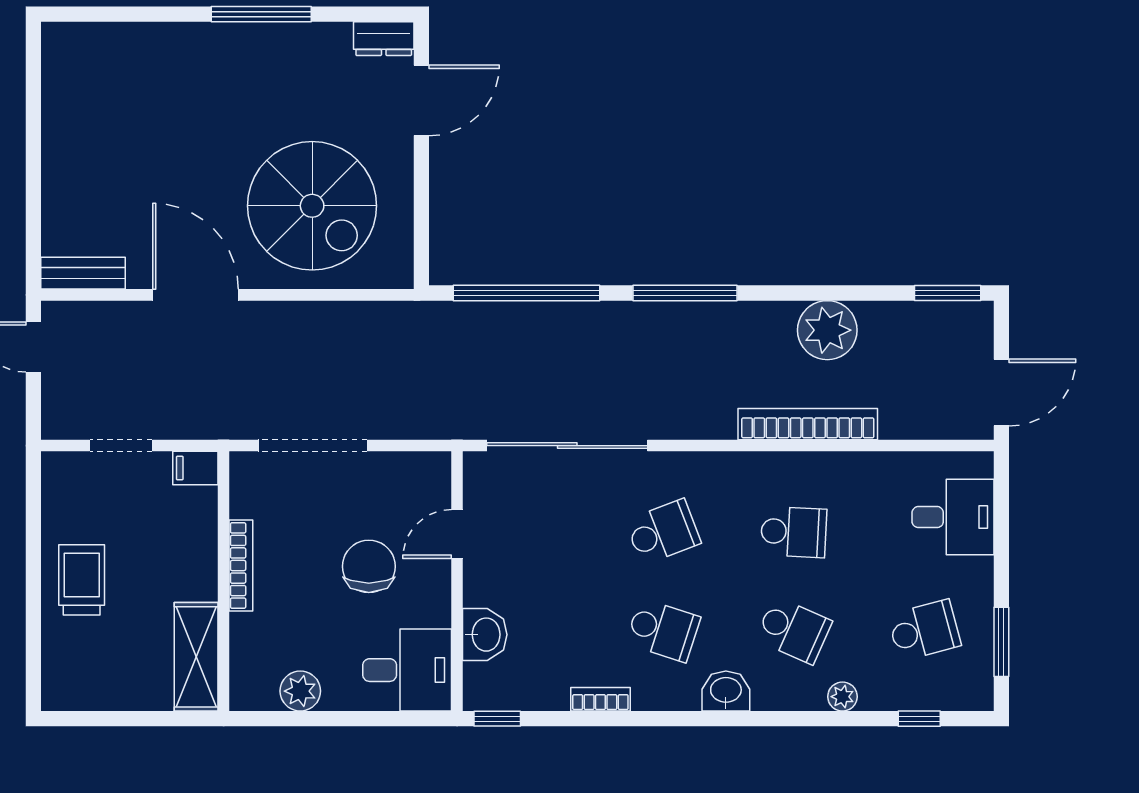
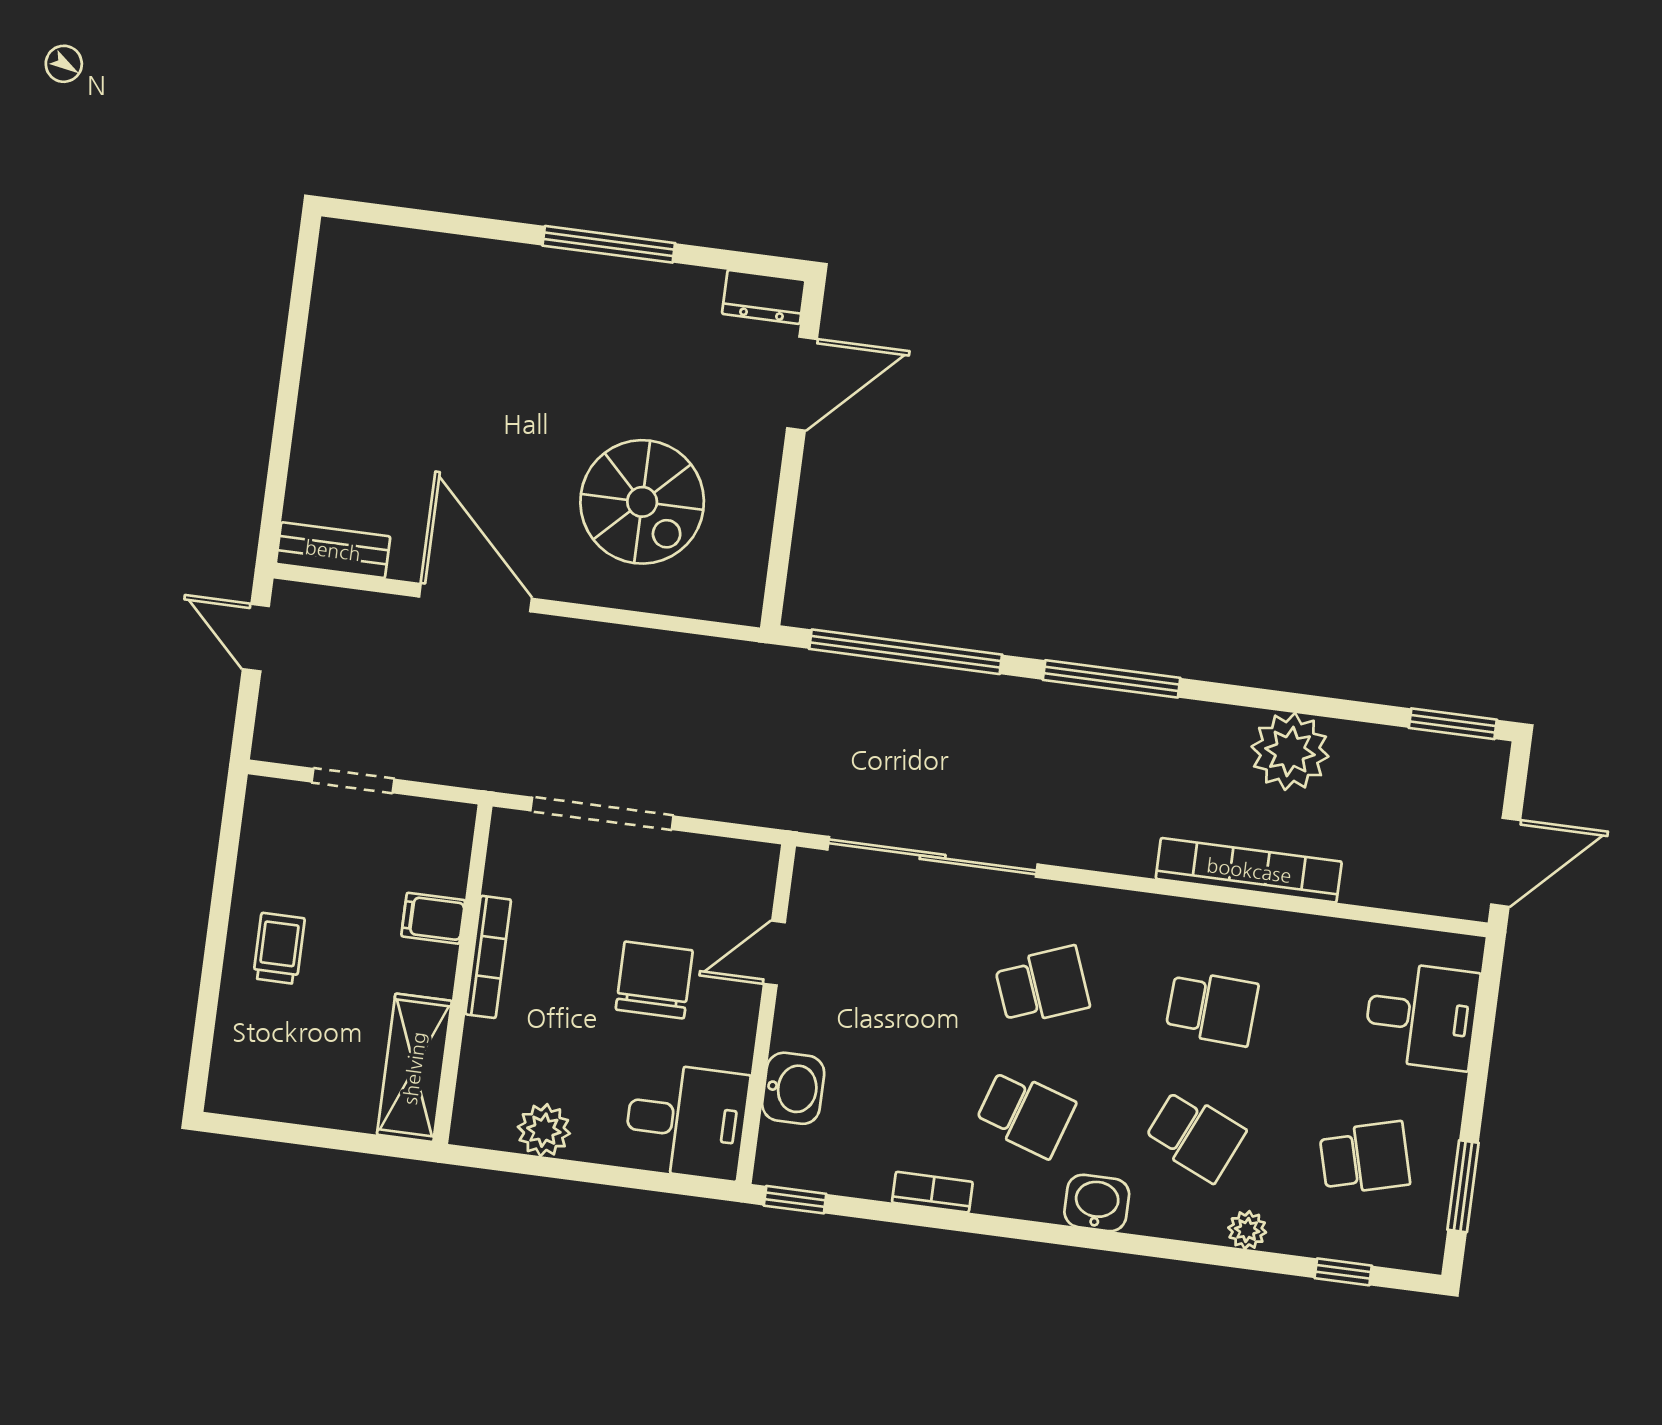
spiral stairs: (312, 206) -> (642, 502), width x0.73, depth x0.73
filing cabinet: (195, 468) -> (433, 918), moved
trolley: (82, 580) -> (279, 948), width x0.73, depth x0.72

